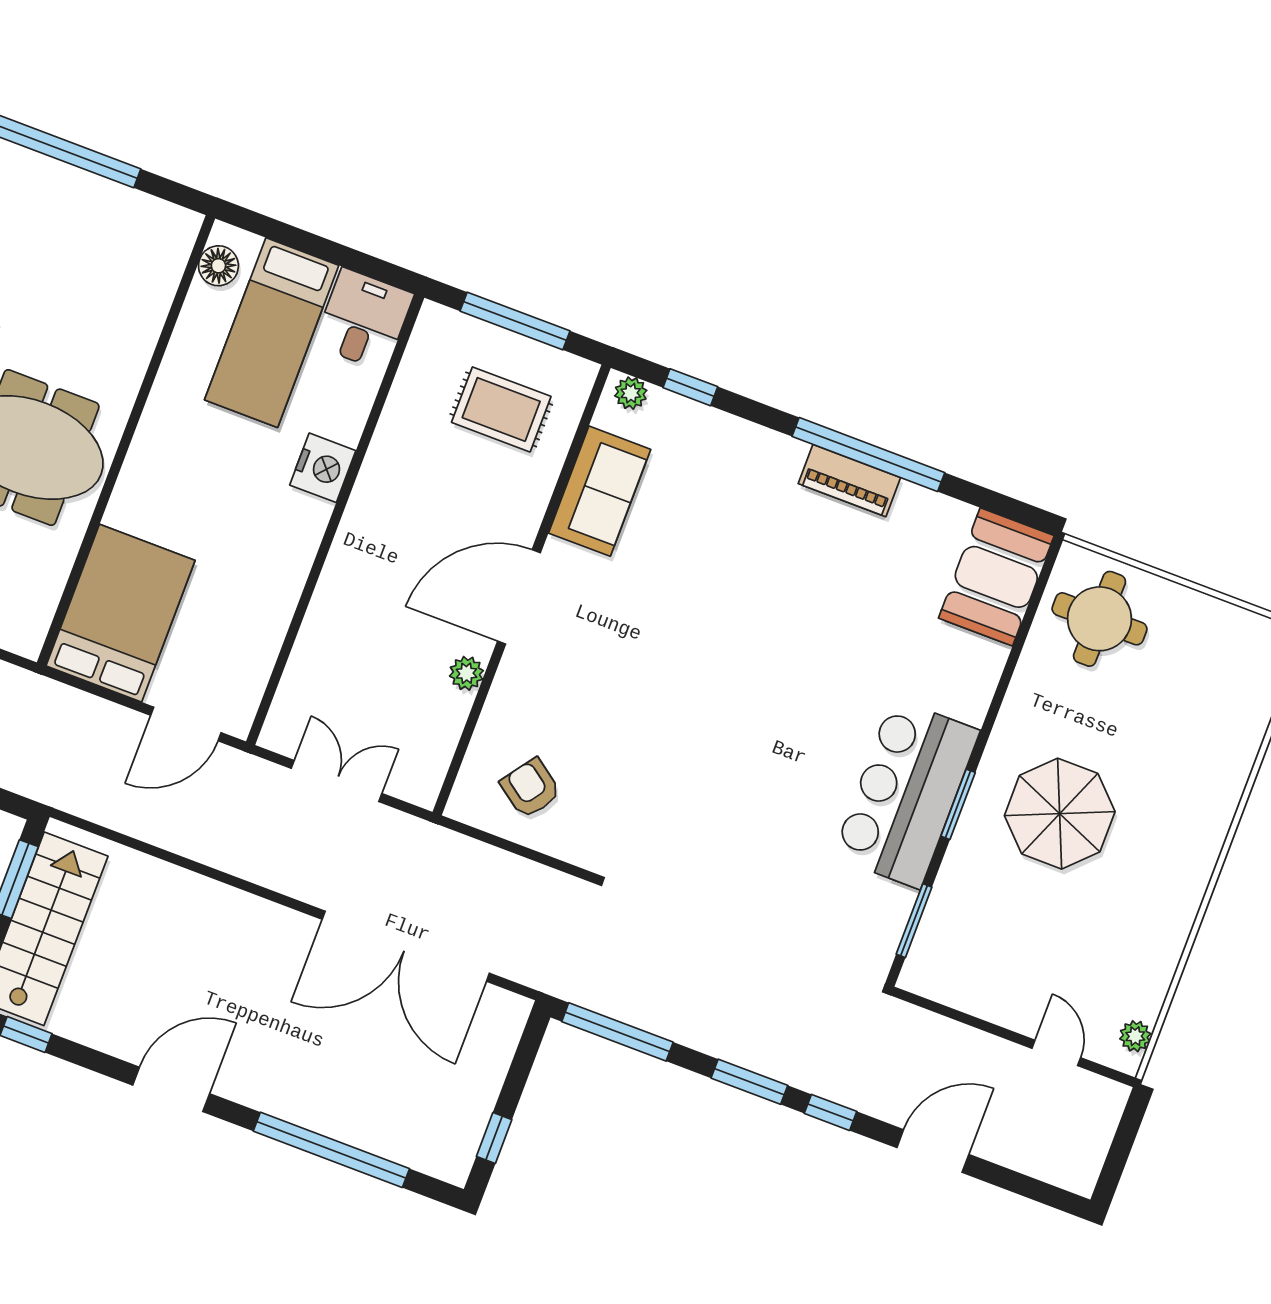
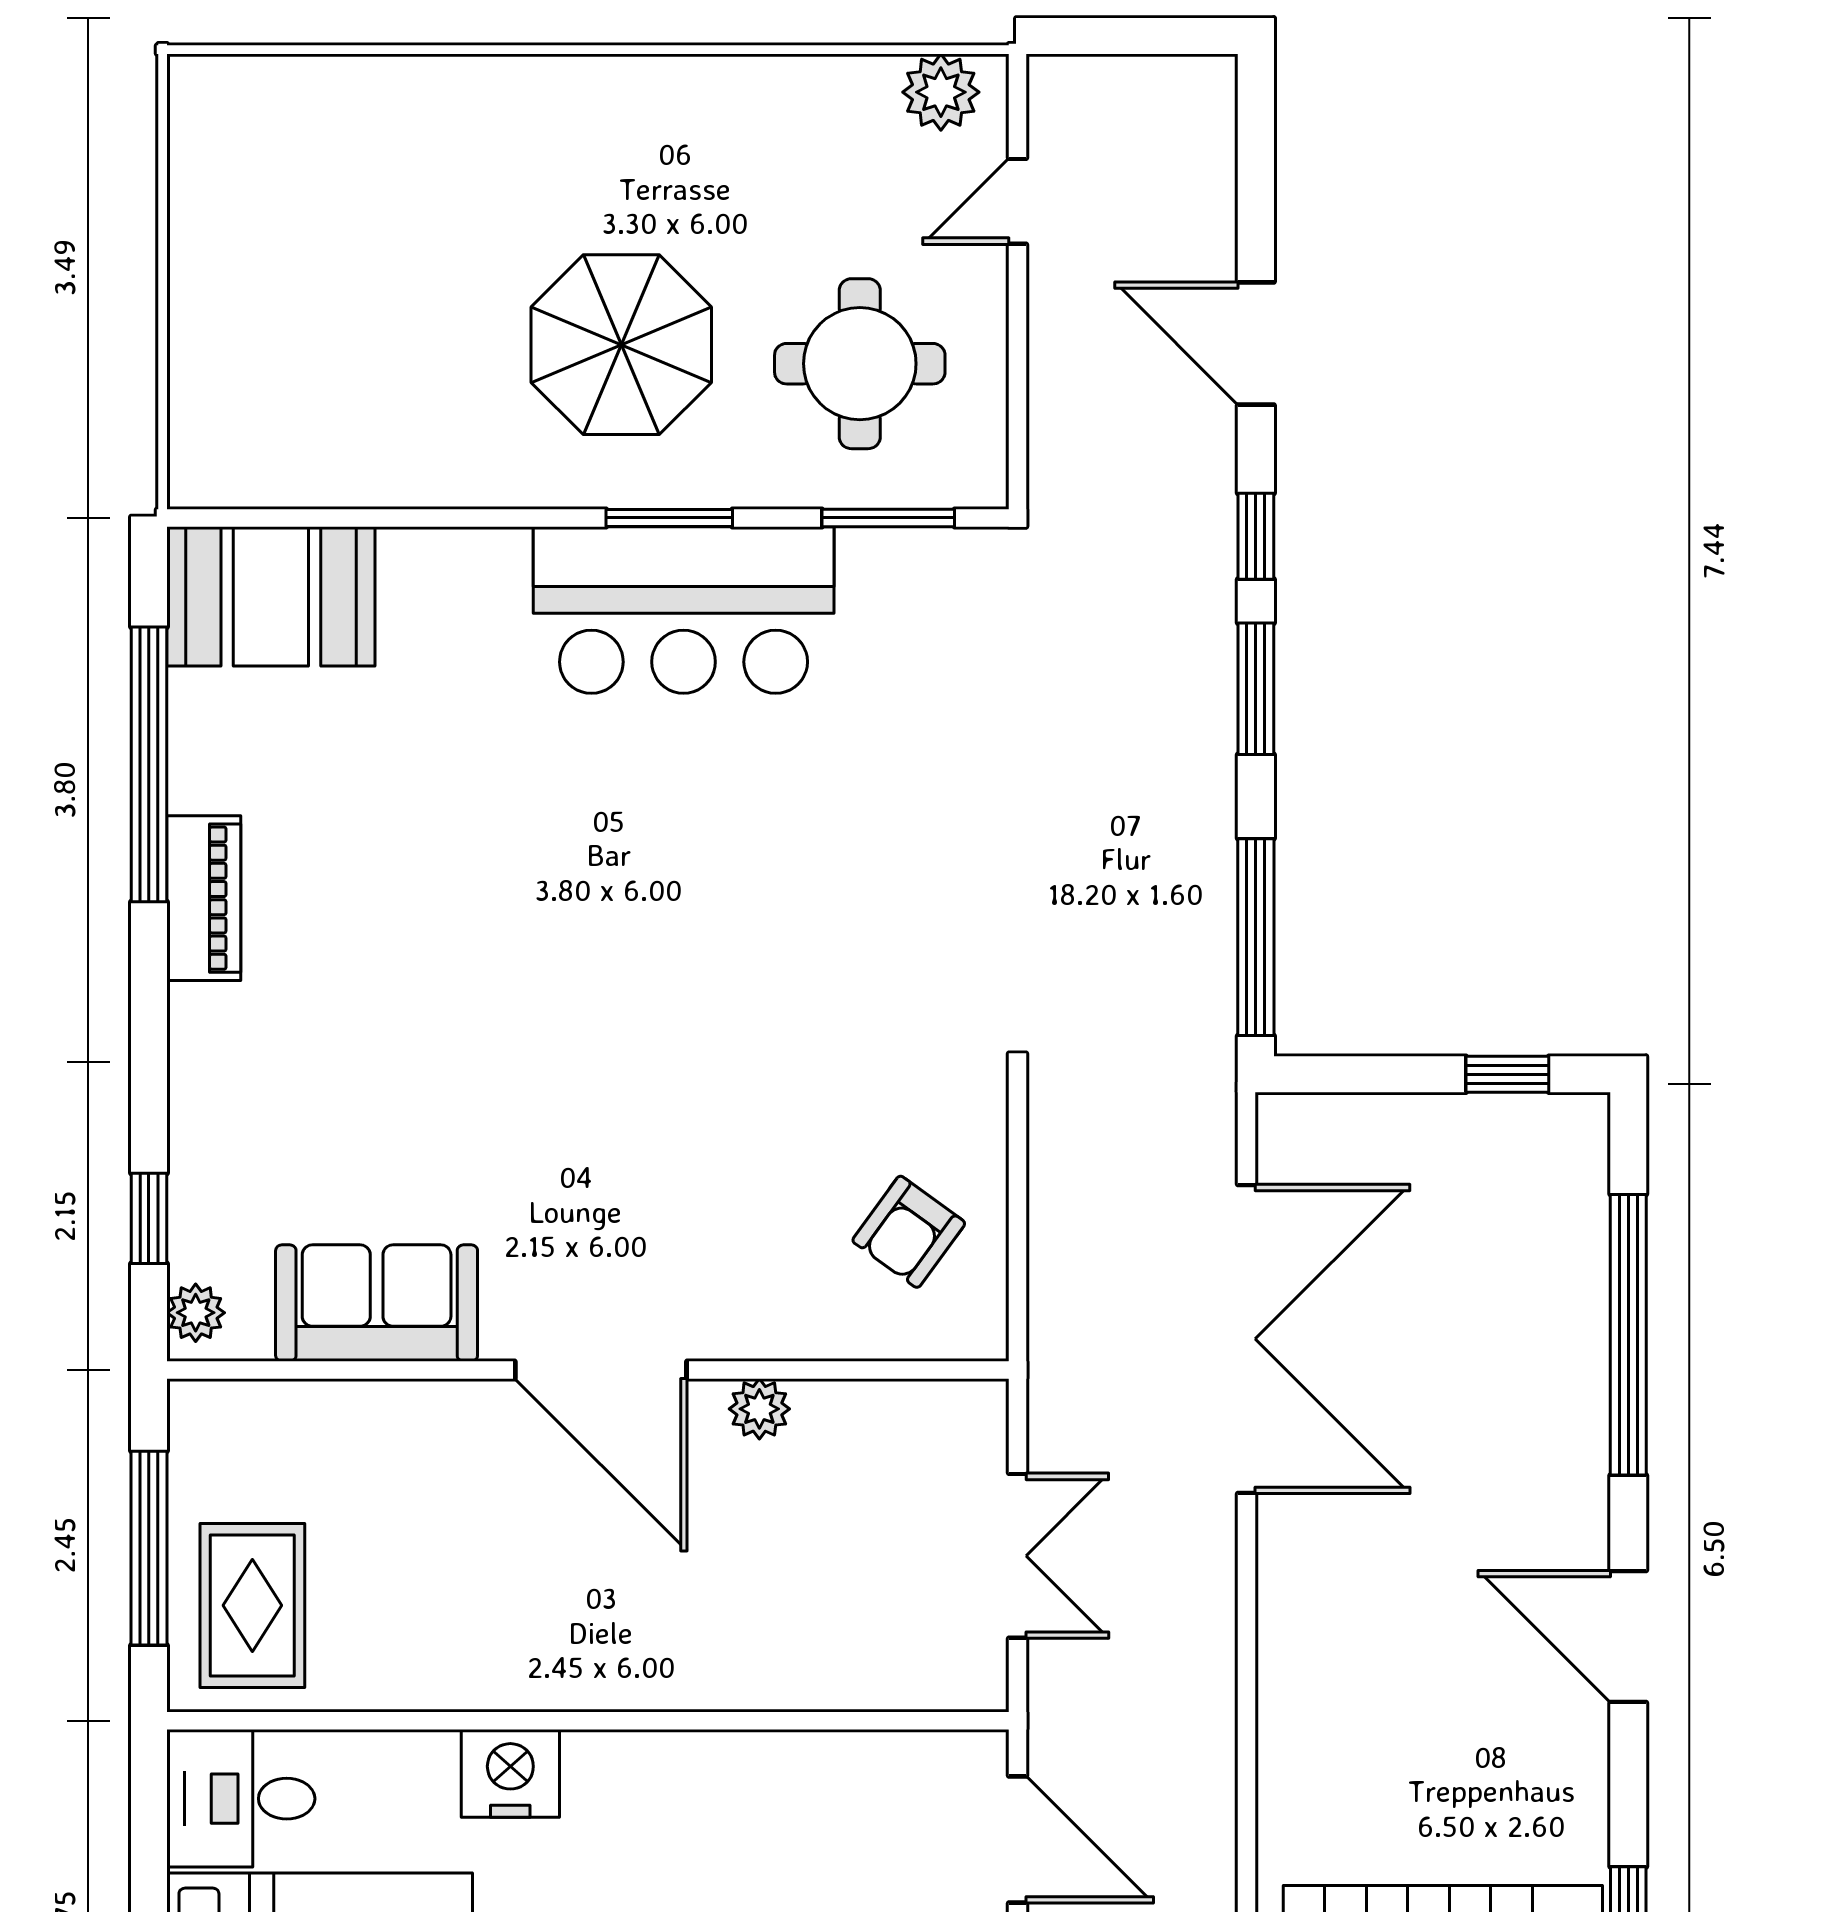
rug: (501, 409) -> (252, 1605), moved
window: (868, 455) -> (149, 764), moved
round table: (1100, 619) -> (860, 364), moved
double door: (337, 781) -> (1017, 1556), swing flipped
plant: (1135, 1036) -> (941, 92), width x1.38, depth x1.38

